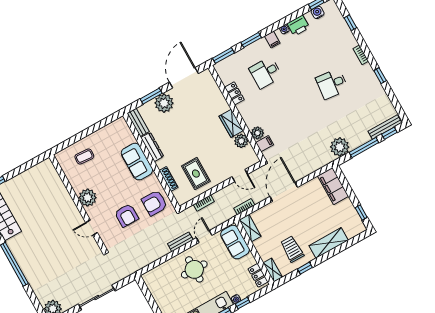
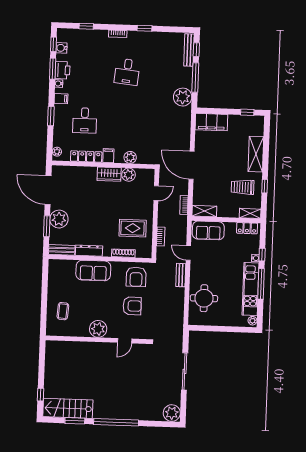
window: (223, 56) -> (53, 69), moved
plant: (223, 65) -> (57, 152), added
locker: (234, 93) -> (86, 157), width x1.53
filing cabinet: (265, 144) -> (108, 156), moved
round table: (194, 269) -> (204, 298), moved

